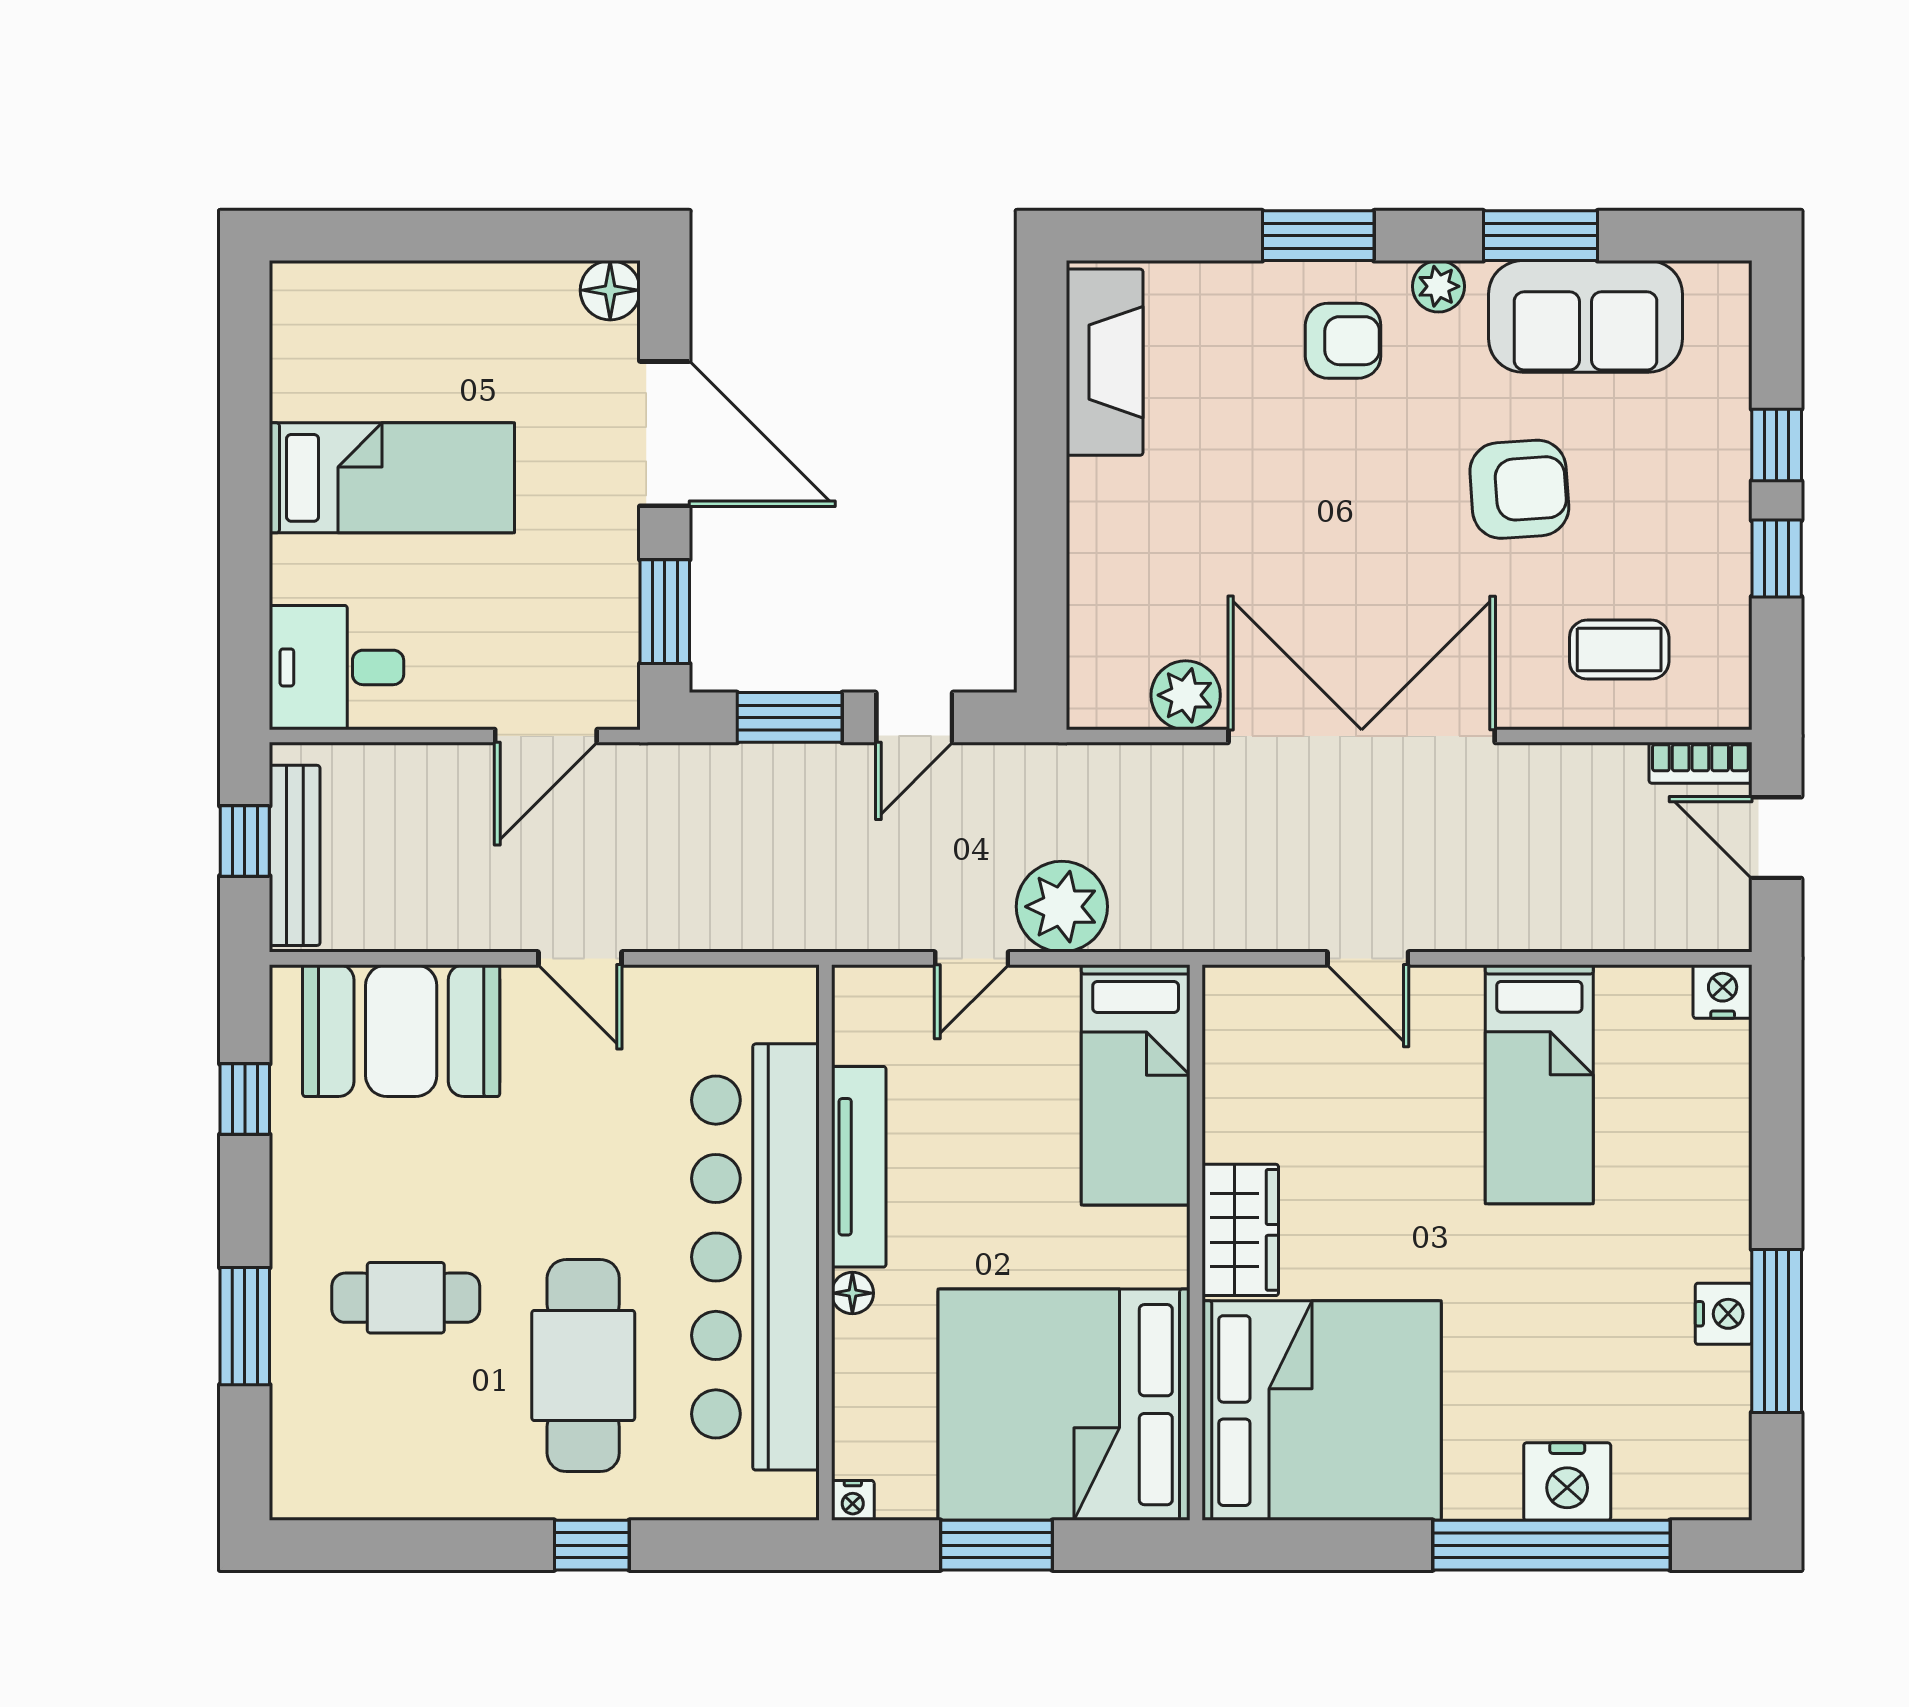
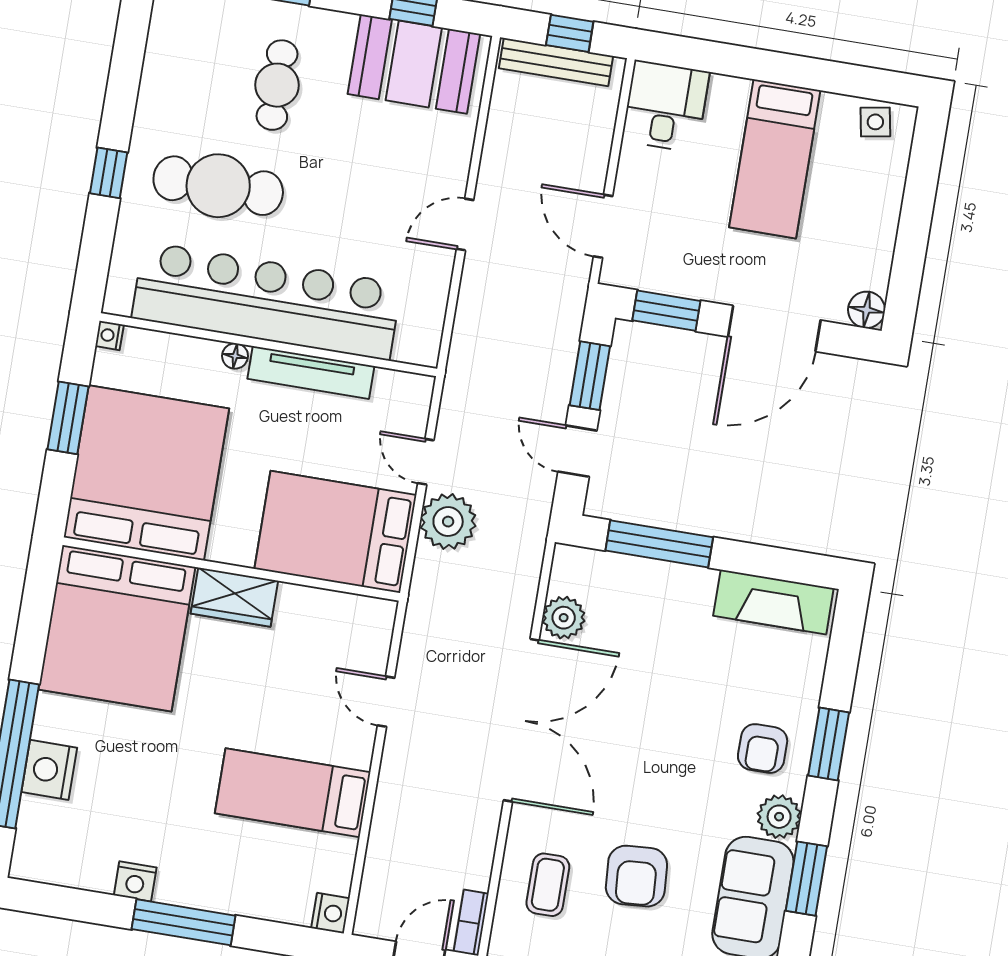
plant: (1438, 286) -> (779, 817), width x1.38, depth x1.38
side table: (306, 326) -> (875, 122), added
armchair: (1519, 489) -> (636, 876), moved
window: (1042, 561) -> (659, 544), added
door: (1368, 958) -> (386, 702), hinge flipped
booth: (401, 1031) -> (414, 64), moved, turned 90
bed: (1136, 1085) -> (335, 532), width x1.50
window: (1777, 1331) -> (184, 922), moved

